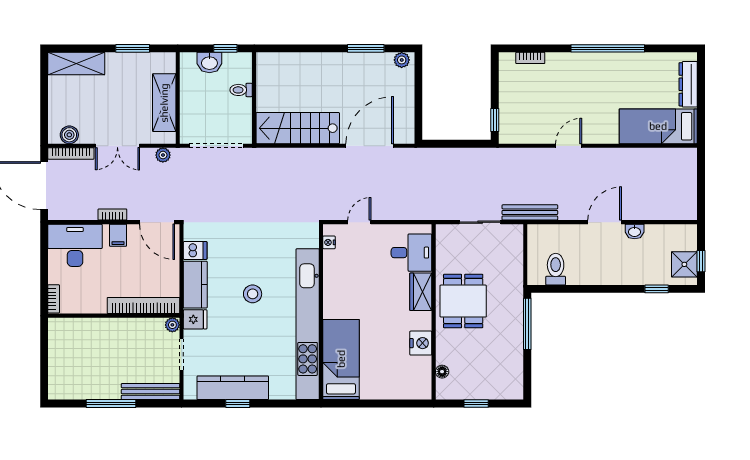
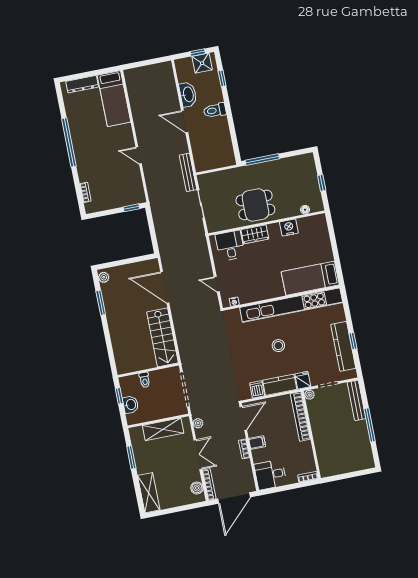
washbasin: (635, 231) -> (188, 94), width x1.91, depth x1.45
desk: (75, 245) -> (270, 475), width x0.73
toilet: (556, 269) -> (215, 110), moved

